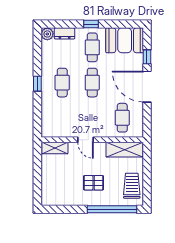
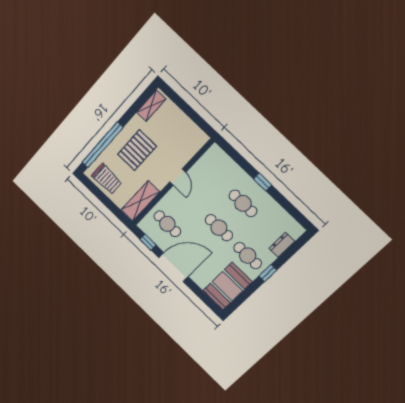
plant: (47, 34) -> (296, 230), removed
window: (147, 57) -> (148, 242), moved
door: (85, 140) -> (178, 177), swing flipped
shelving: (55, 148) -> (151, 106), moved
pallet: (94, 183) -> (137, 150), width x1.50, depth x1.42

